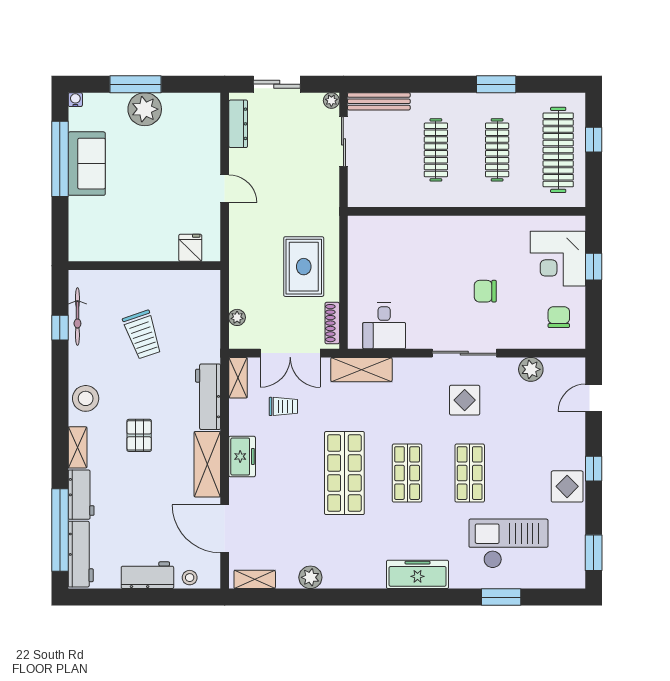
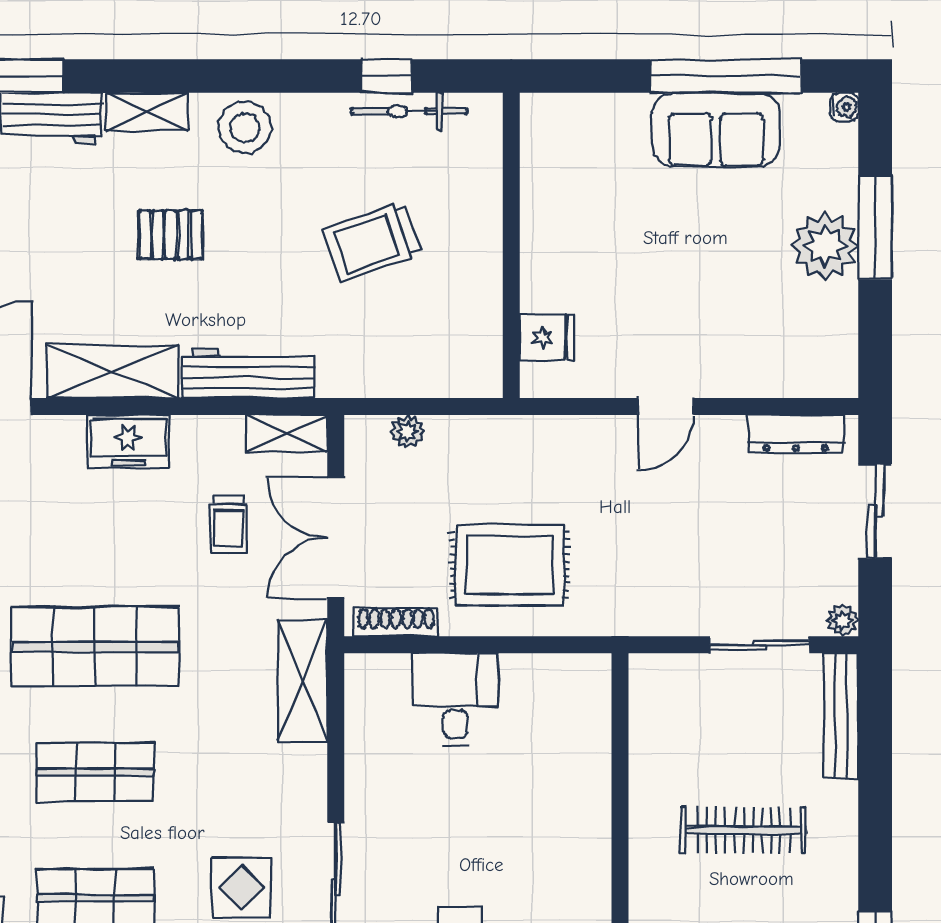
desk: (384, 326) -> (455, 699), moved, turned 90

